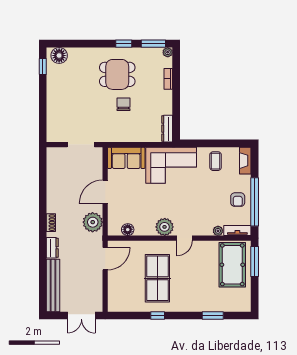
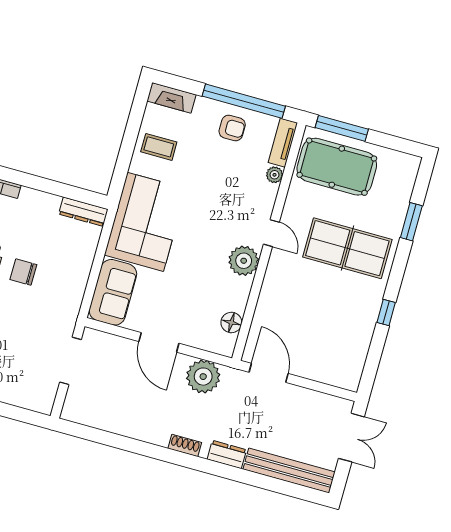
table tennis table: (157, 278) -> (347, 248), moved

